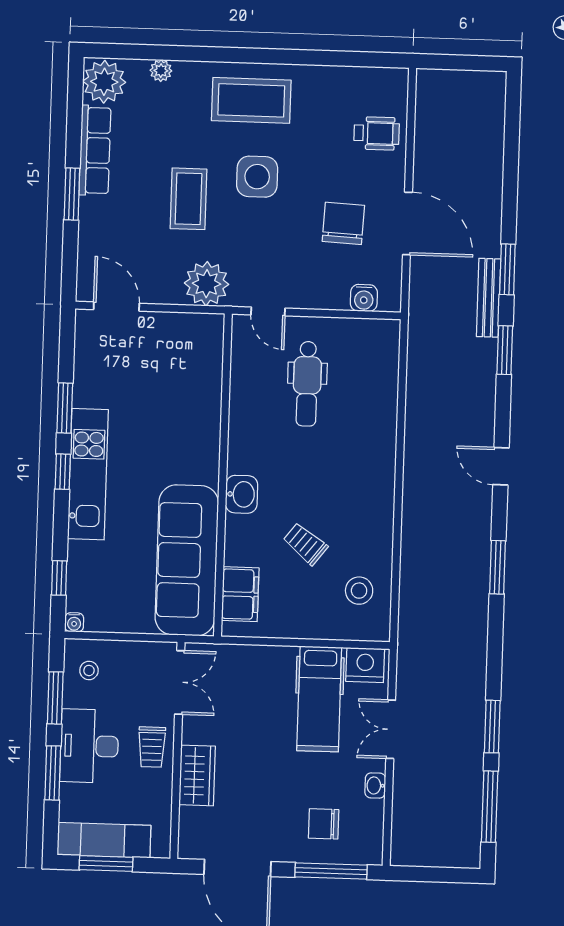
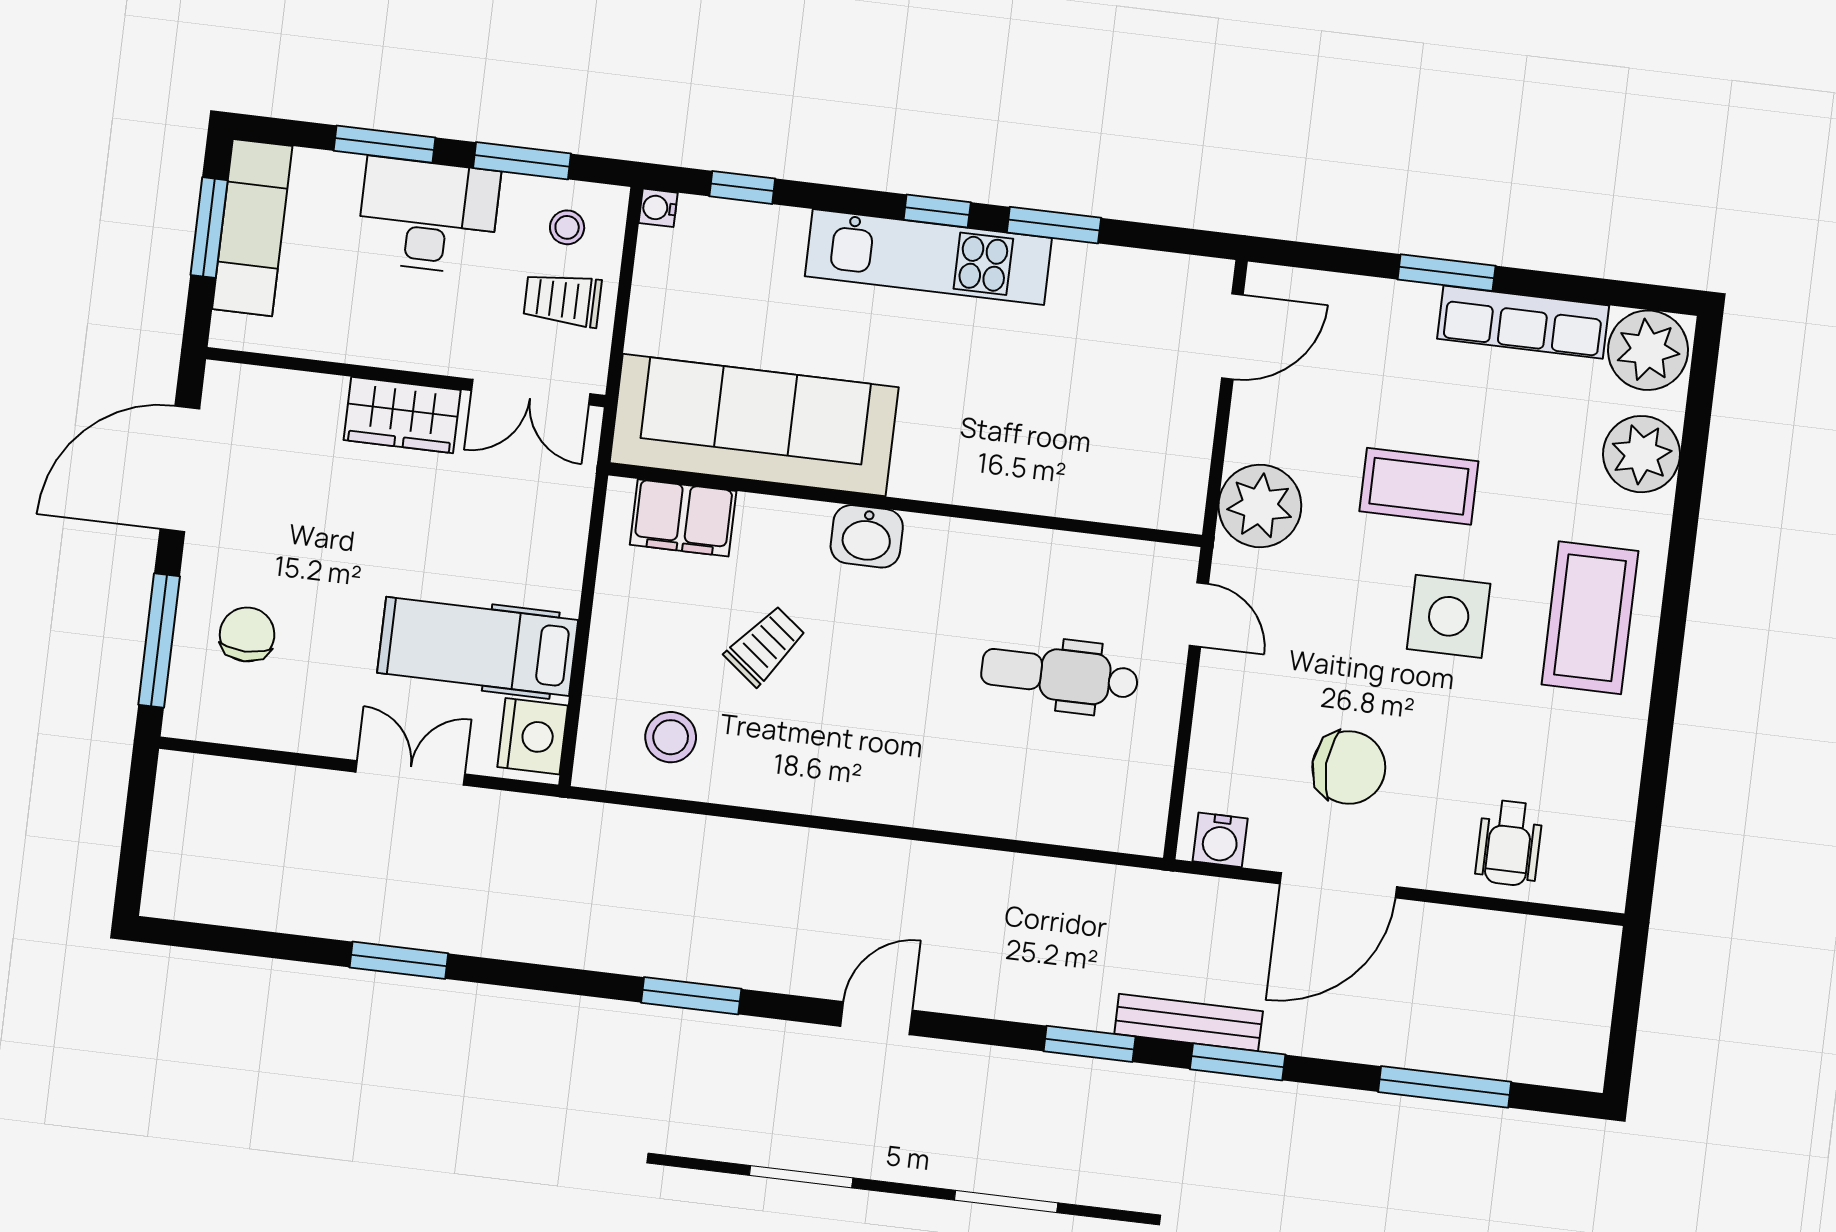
plant: (161, 71) -> (1641, 454), width x1.88, depth x1.88
water cooler: (364, 298) -> (1220, 840), moved, turned -90
door: (268, 311) -> (1199, 615), swing flipped
trolley: (152, 747) -> (562, 300), moved
wardrobe: (197, 775) -> (402, 415), moved
washbasin: (375, 786) -> (309, 736), removed
window: (490, 807) -> (1445, 1087), moved

